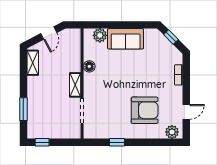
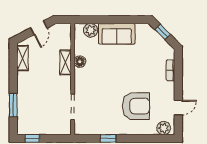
shelving: (75, 85) -> (66, 62), moved

